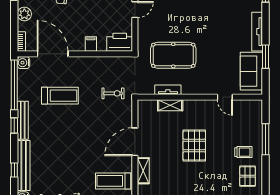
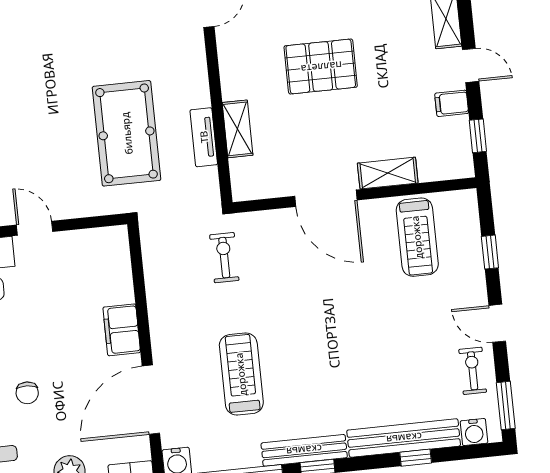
printer: (120, 42) -> (110, 254), removed
filing cabinet: (91, 44) -> (122, 330), width x2.00

